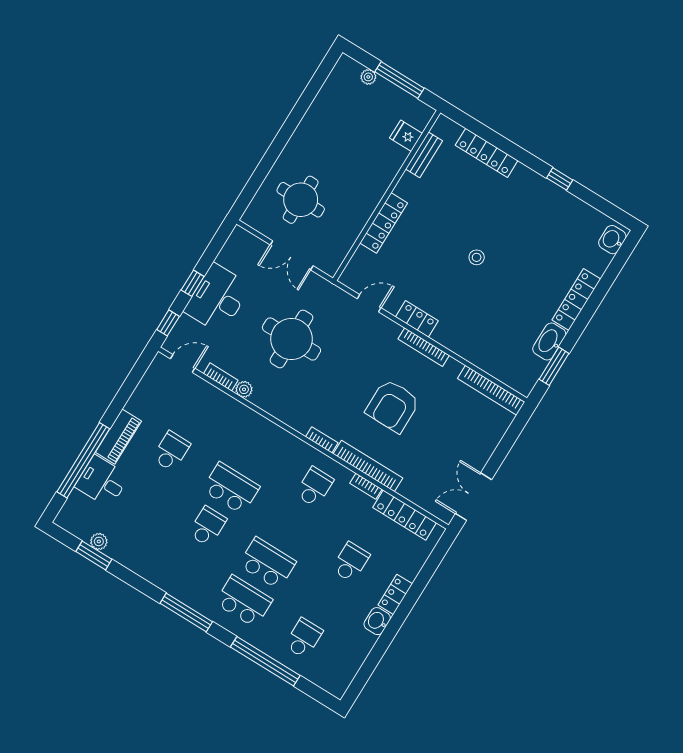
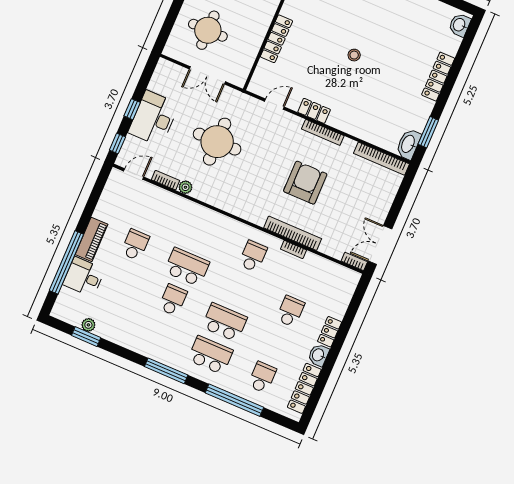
washbasin: (549, 342) -> (408, 144), moved
armchair: (393, 406) -> (305, 183), turned 180
bookcase: (322, 440) -> (354, 261), moved
locker: (405, 515) -> (304, 388), moved, turned 90

